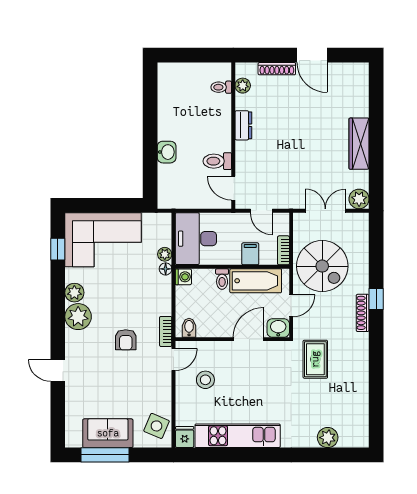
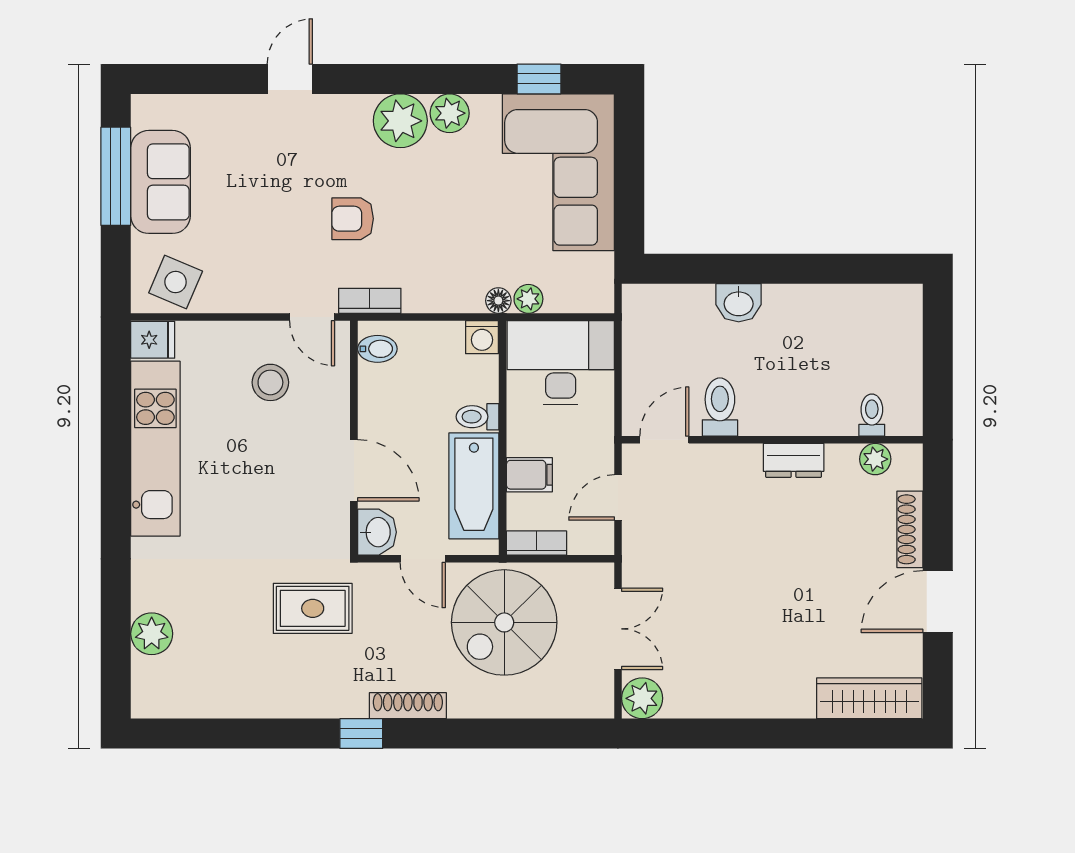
wardrobe: (359, 144) -> (869, 698), moved
window: (376, 299) -> (361, 734), moved

